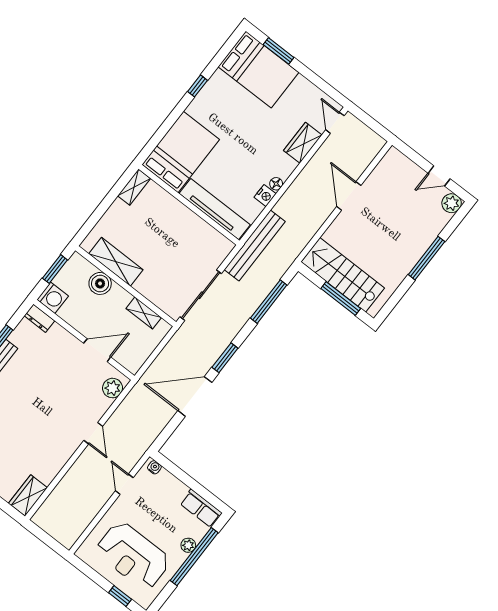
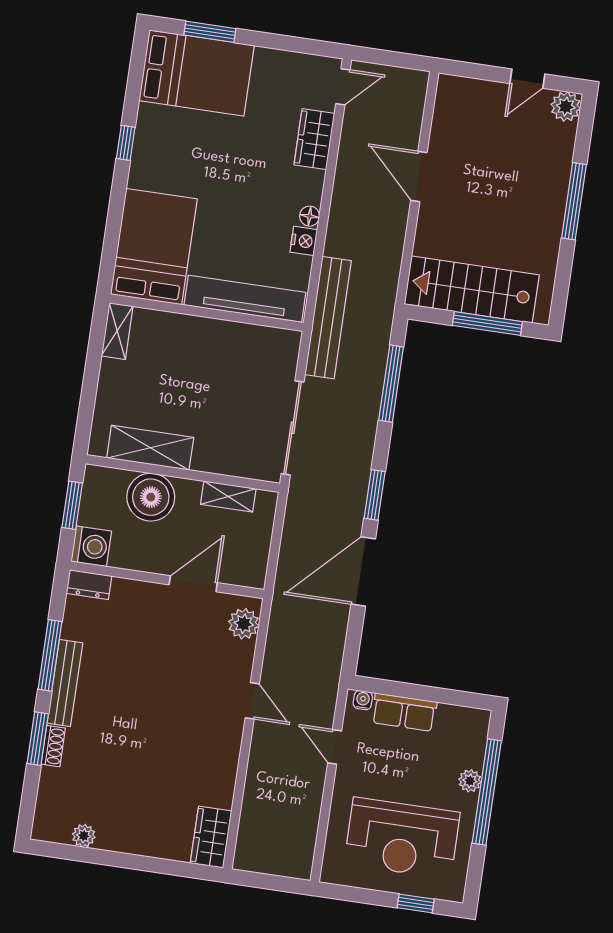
door: (335, 123) -> (343, 87), swing flipped
boiler: (100, 283) -> (151, 497), width x1.37, depth x1.37
row of seats: (201, 508) -> (404, 712), moved

